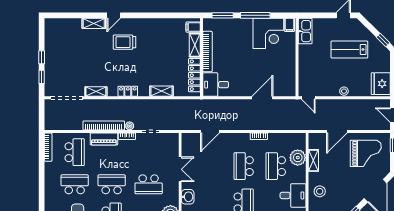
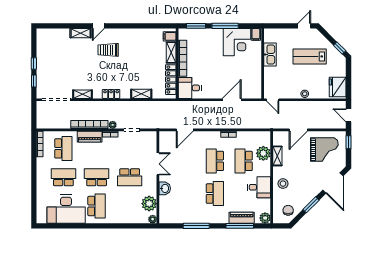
kitchen sink: (305, 31) -> (270, 54), moved

